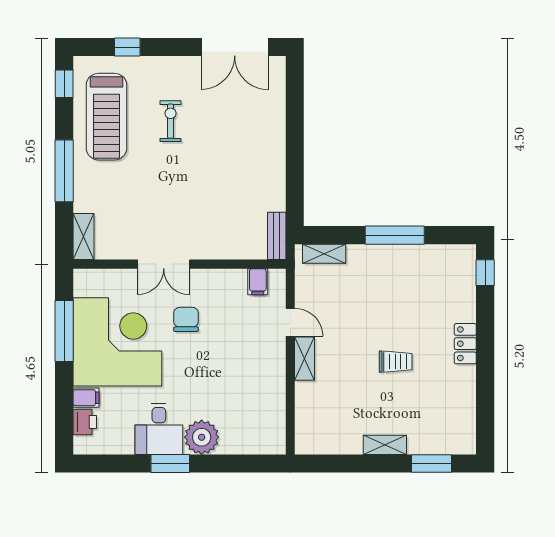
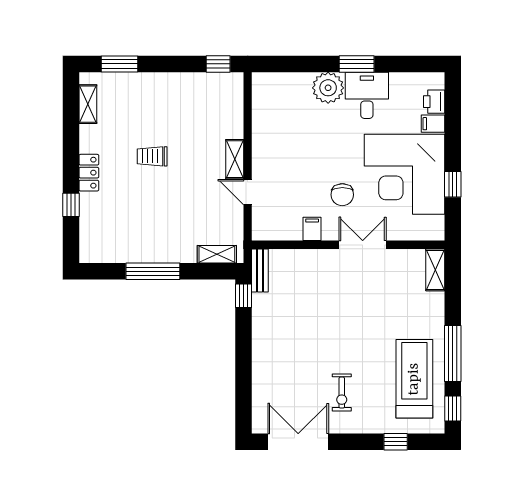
exercise bike: (170, 121) -> (342, 393), moved
window: (64, 171) -> (453, 353), moved
window: (295, 208) -> (244, 296), added
window: (485, 273) -> (71, 205), moved
filing cabinet: (258, 282) -> (312, 229), moved
window: (64, 331) -> (453, 184), width x0.46
shelving: (385, 445) -> (88, 104), moved, turned 90
window: (323, 463) -> (218, 64), added

